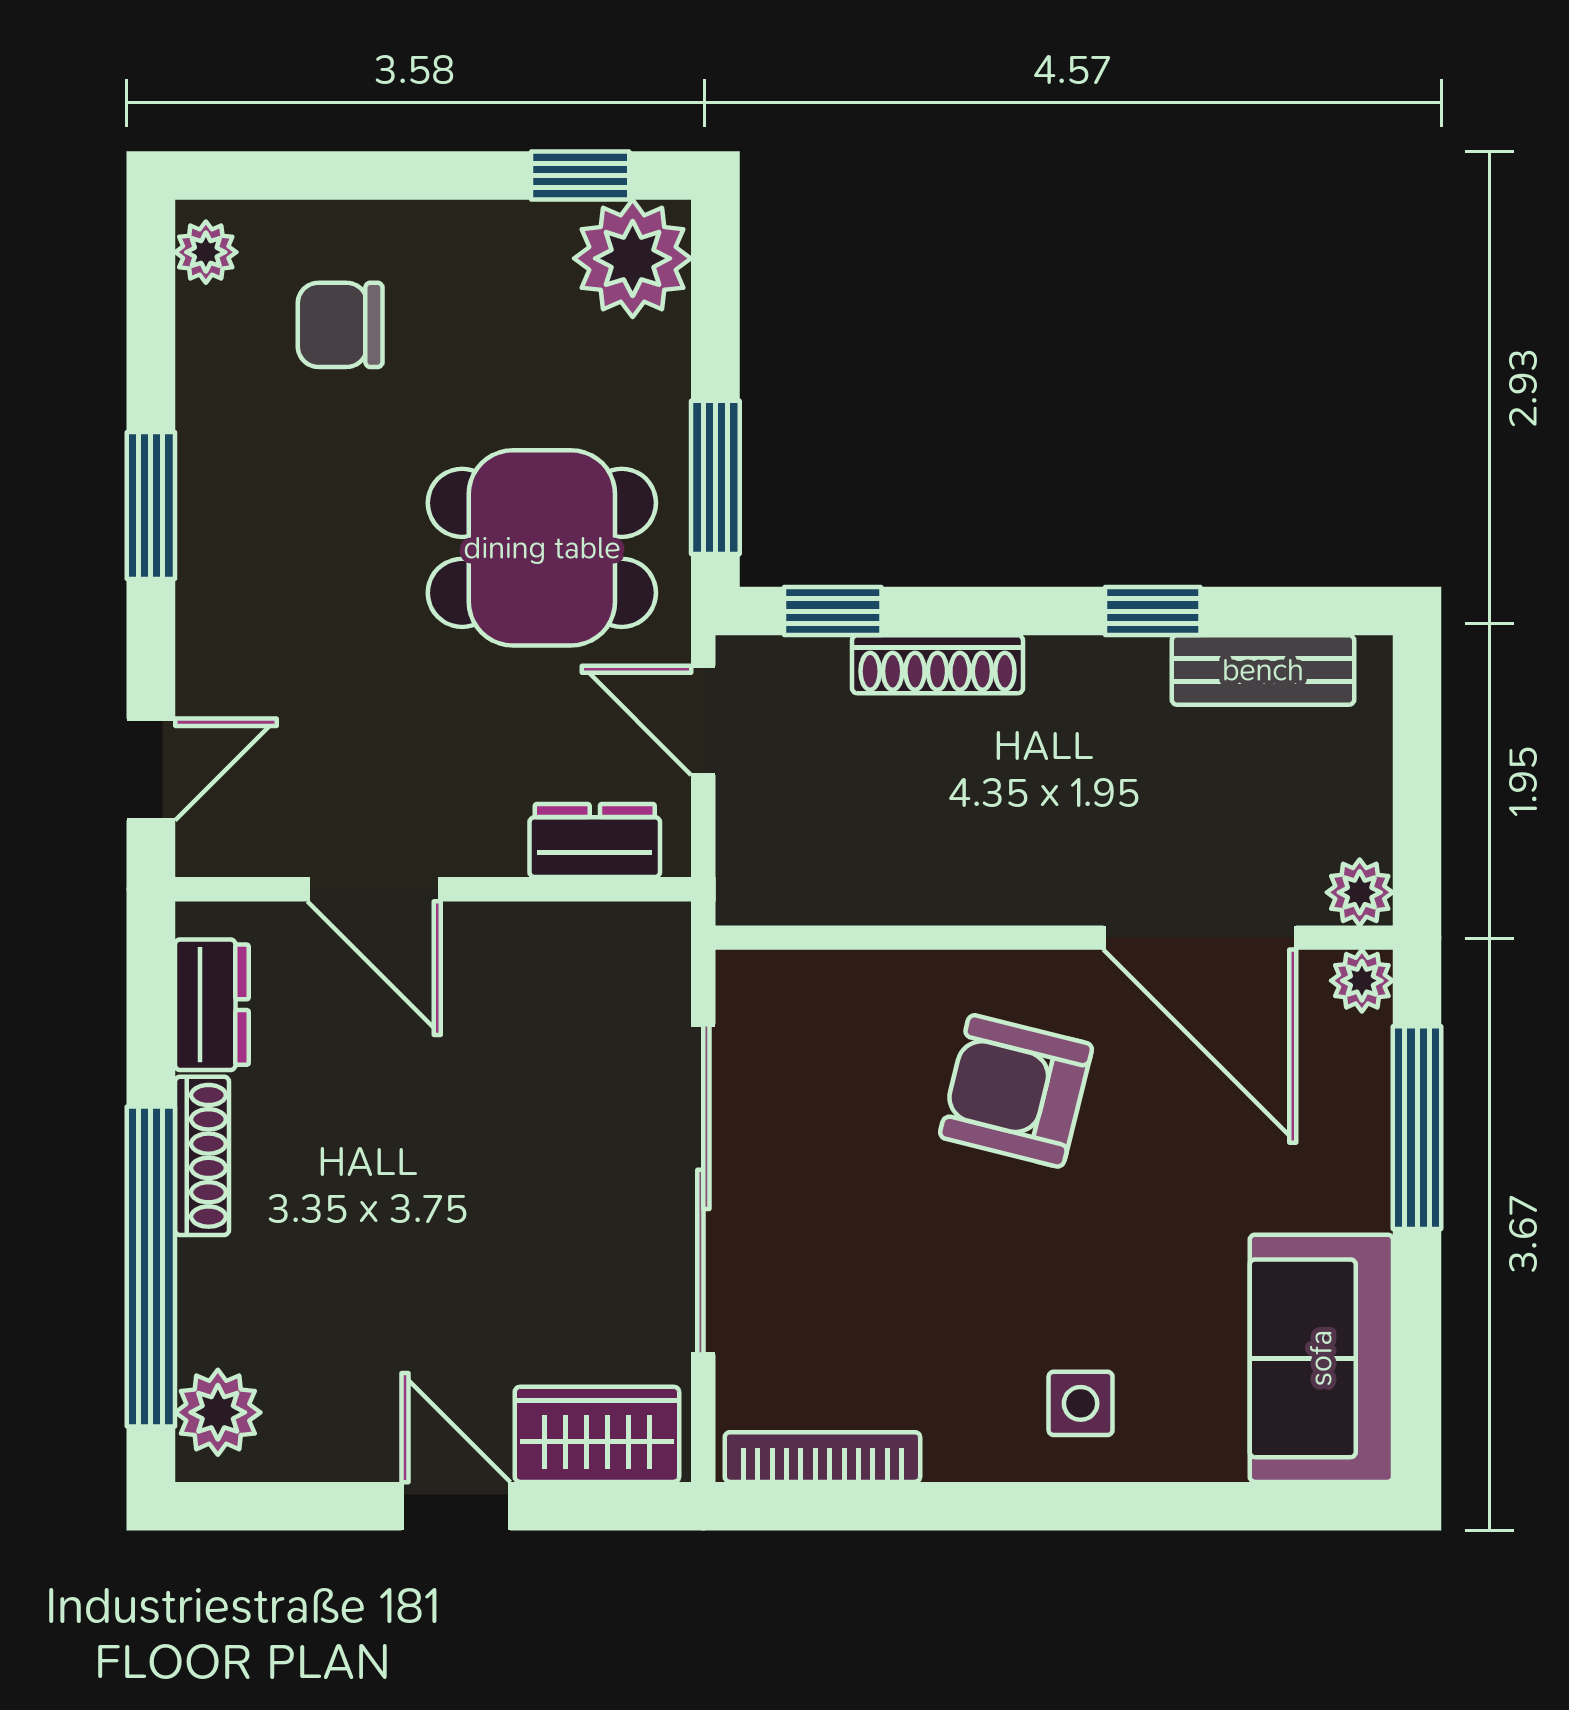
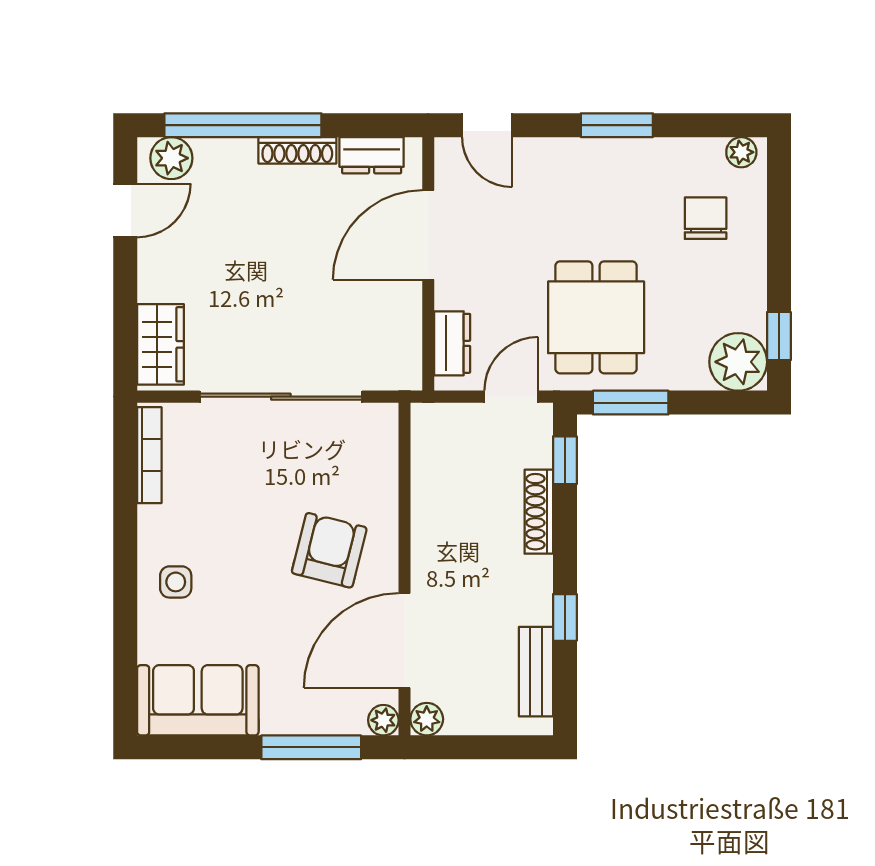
door: (374, 889) -> (428, 235), width x1.36
door: (456, 1506) -> (125, 211), moved

